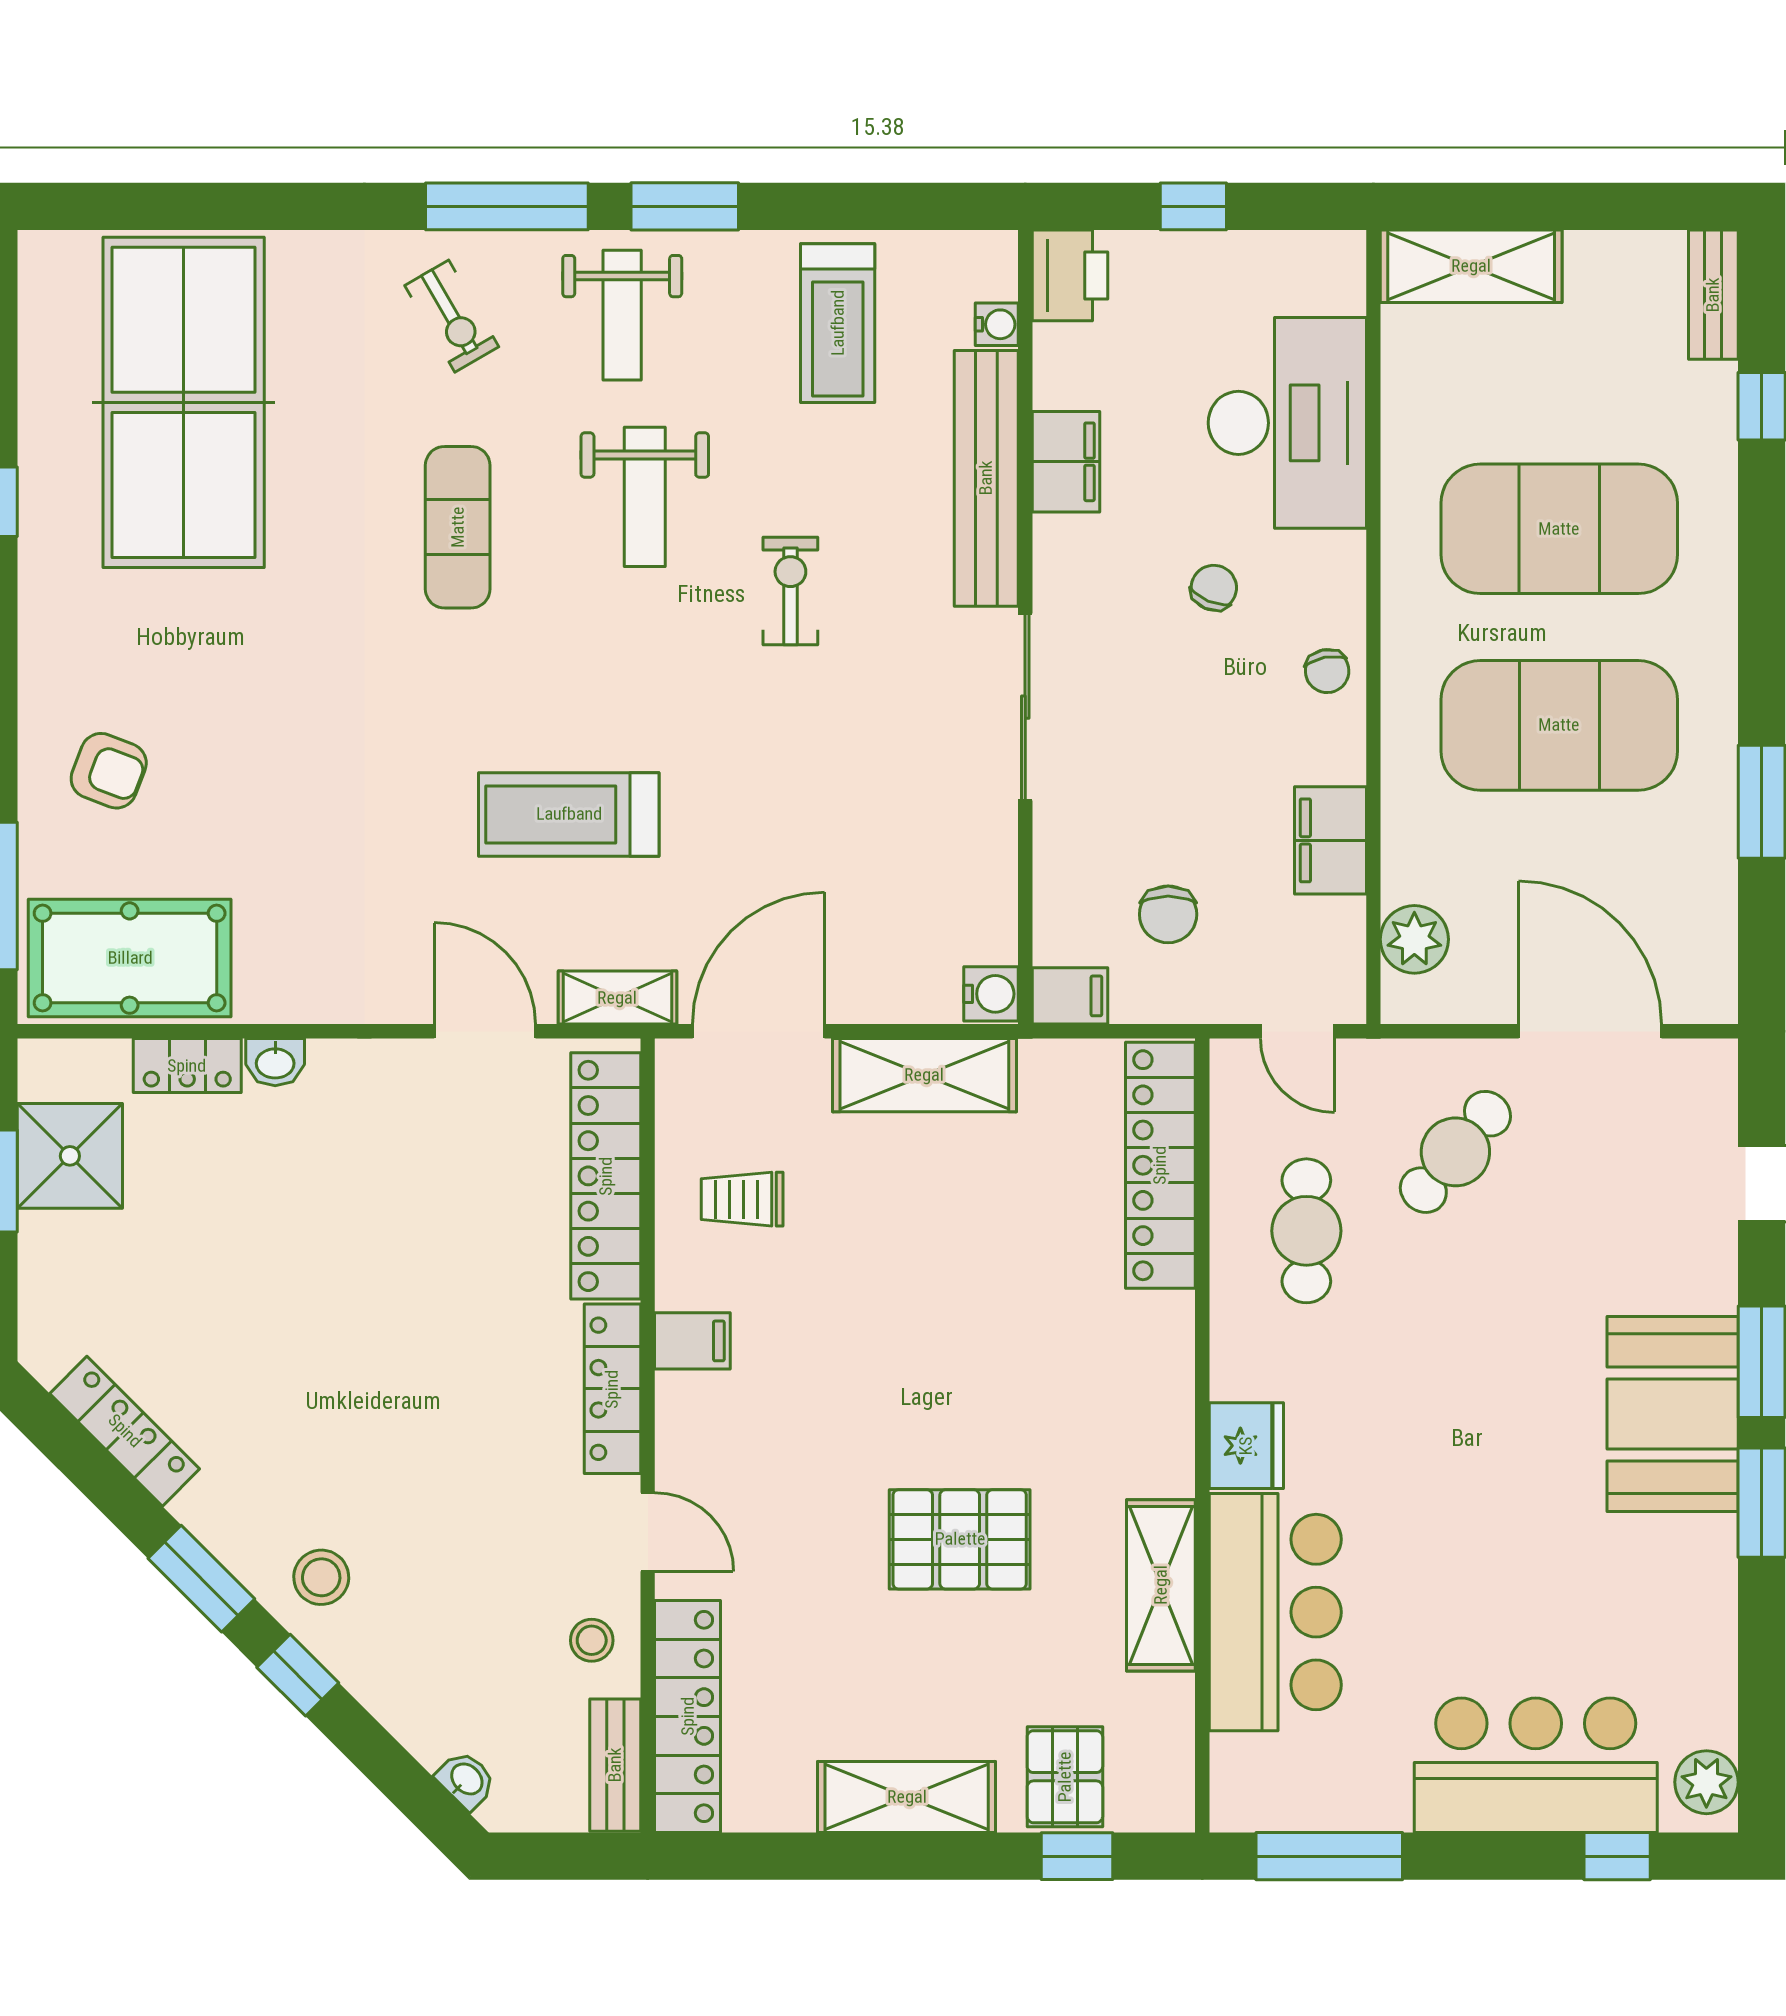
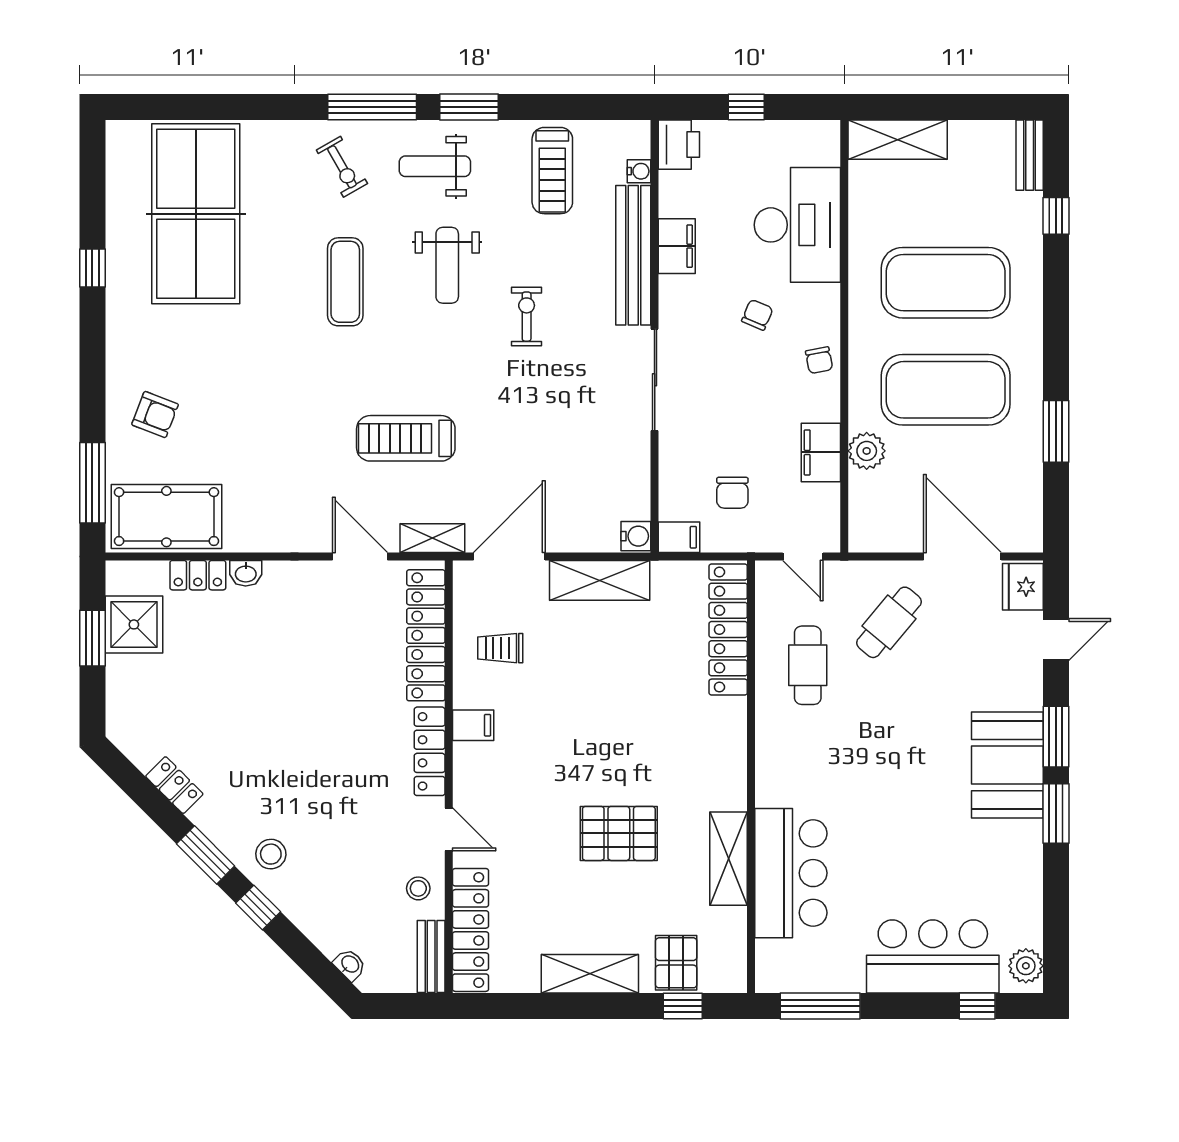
weight bench: (622, 315) -> (435, 166), turned 90
plant: (1414, 939) -> (867, 451), moved
locker: (125, 1431) -> (174, 785), width x0.66
fridge: (1246, 1446) -> (1023, 587), moved, turned 180

